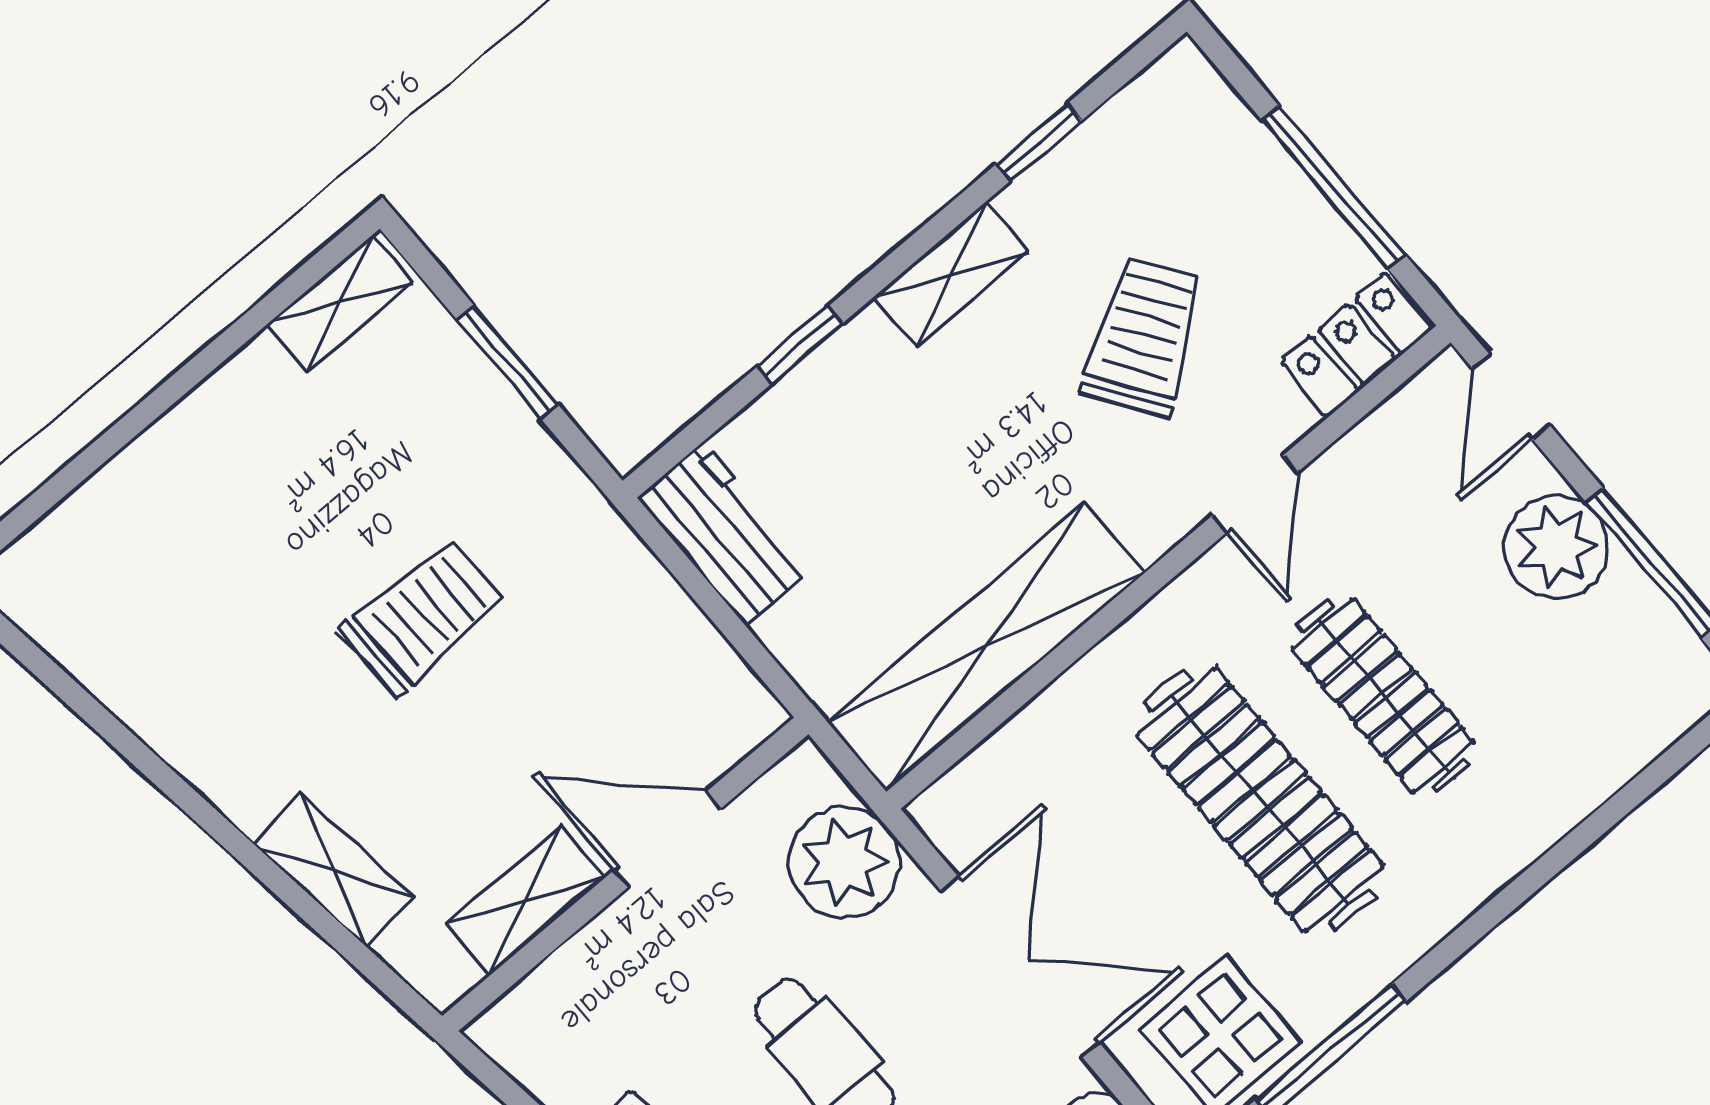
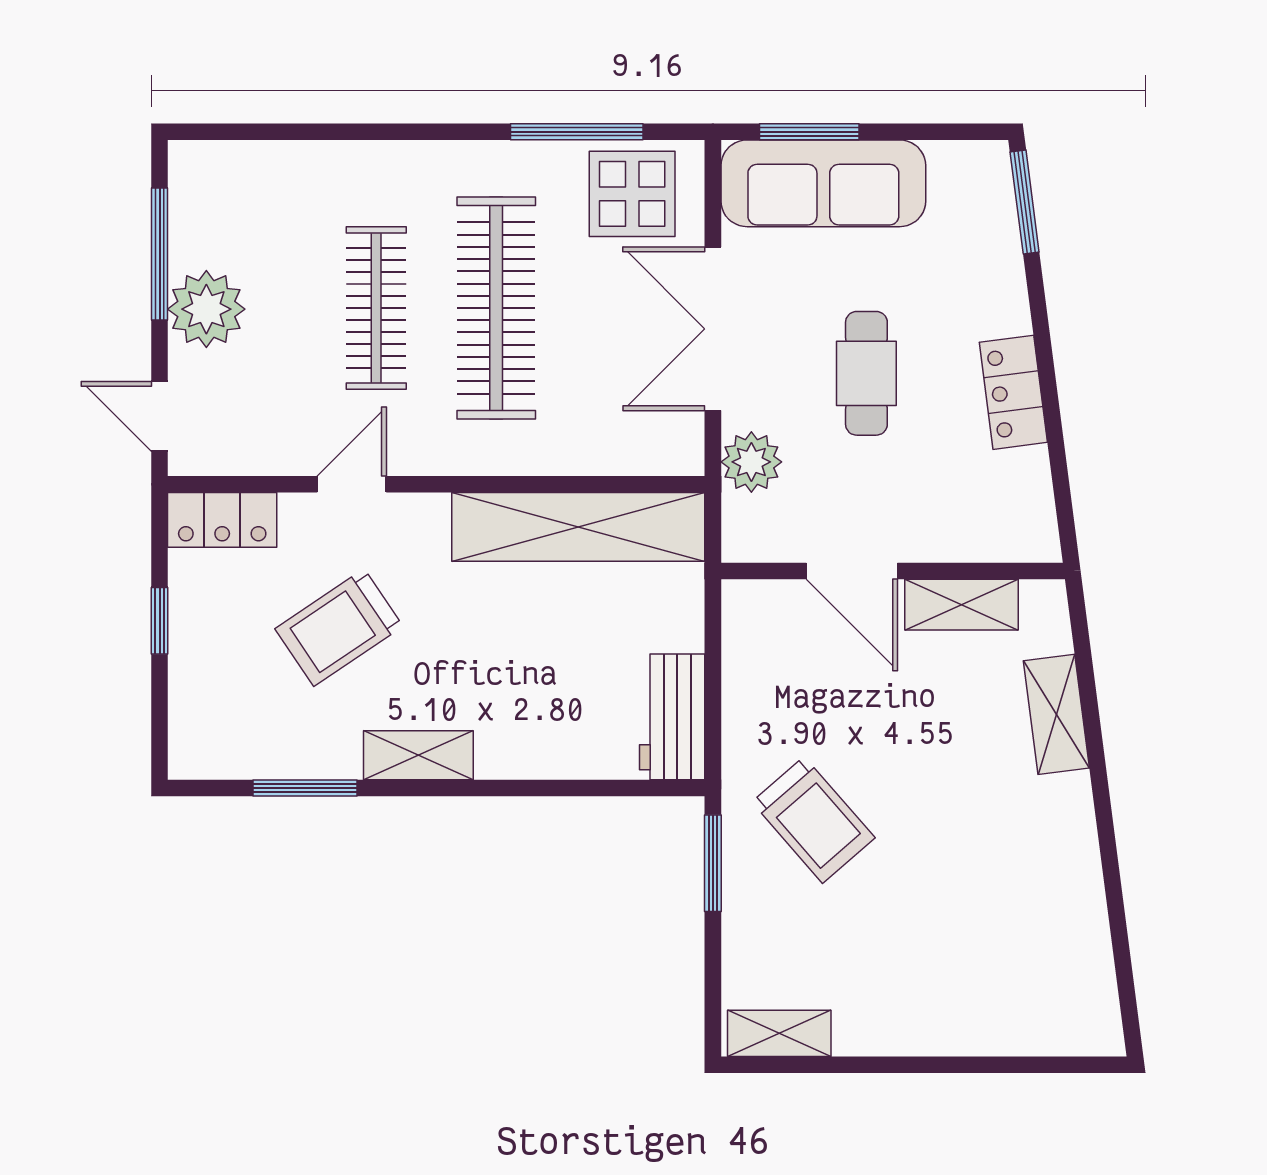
window: (1039, 142) -> (305, 788), width x1.50
window: (1333, 187) -> (160, 621), width x0.46
window: (800, 345) -> (538, 788), removed
window: (508, 362) -> (713, 863), moved
door: (1511, 396) -> (160, 416), swing flipped
trolley: (422, 617) -> (813, 820), moved, turned -131
plant: (844, 862) -> (751, 462), width x0.73, depth x0.73

